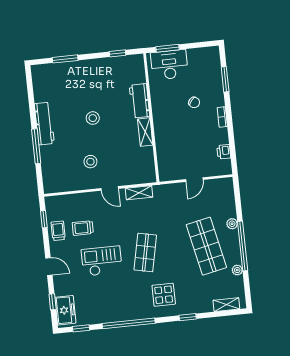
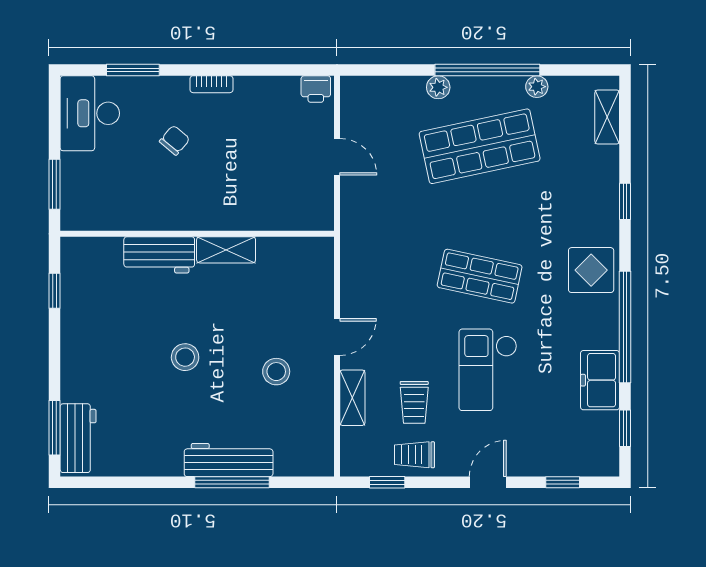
window: (65, 59) -> (55, 428), moved
desk: (169, 65) -> (90, 113), moved
workbench: (49, 72) -> (78, 438), added
workbench: (44, 124) -> (229, 460), moved
printer: (224, 152) -> (316, 89), moved
shelving: (139, 193) -> (352, 398), moved
display table: (164, 295) -> (591, 270), moved
freezer: (65, 310) -> (600, 380), moved, turned -90

